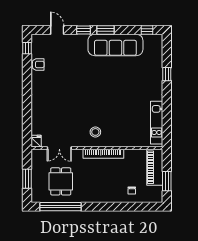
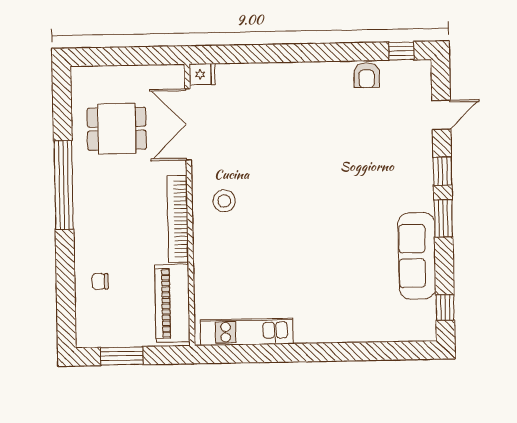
sofa: (115, 45) -> (417, 256), width x0.74, depth x0.79
window: (167, 74) -> (351, 352), removed
double door: (59, 148) -> (188, 124), width x1.37
piano: (155, 167) -> (172, 303), moved, turned -90
window: (27, 179) -> (121, 56), removed
window: (61, 207) -> (64, 185), moved

